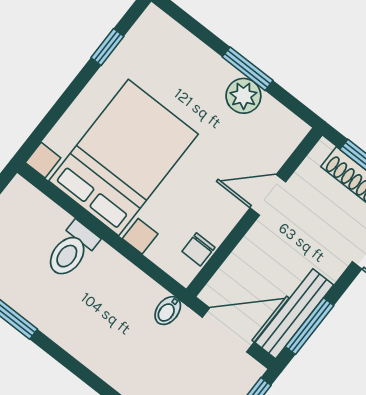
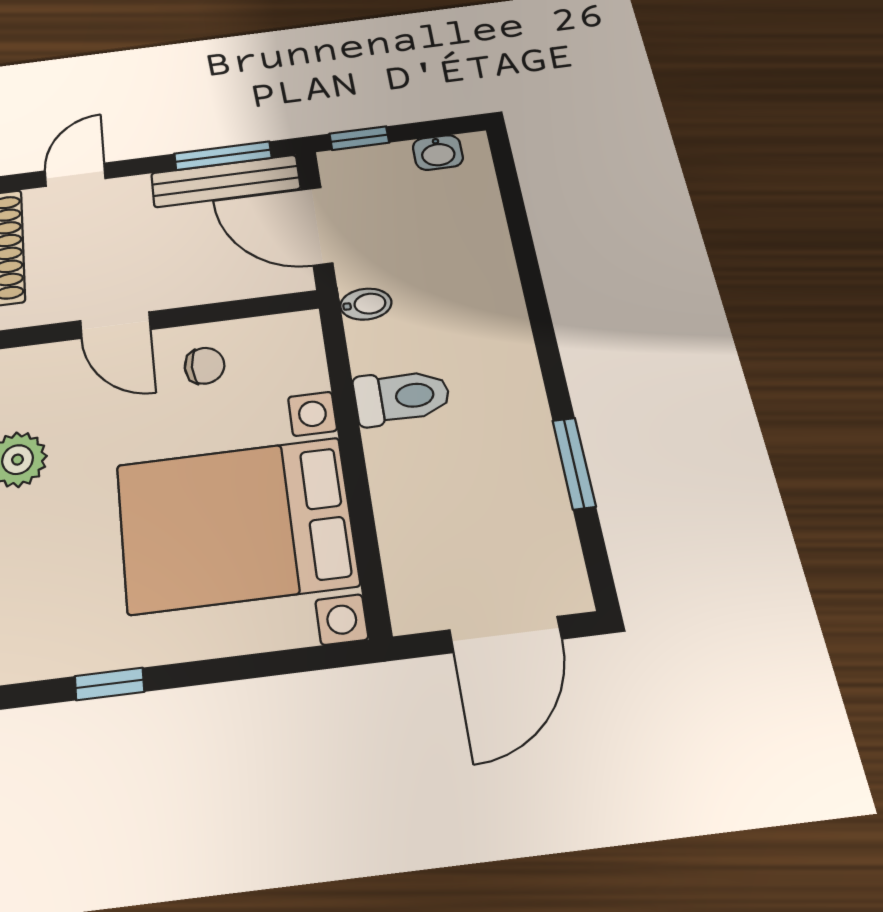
chair: (198, 249) -> (205, 366), moved
toilet: (72, 250) -> (402, 397), moved

